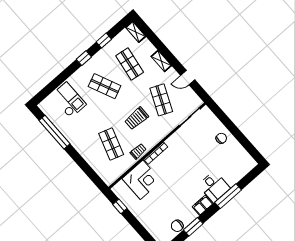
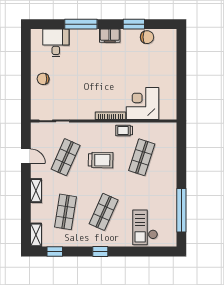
window: (104, 41) -> (55, 251), moved
shop shelf: (105, 86) -> (104, 212), turned 48
desk: (214, 187) -> (56, 43), moved
window: (120, 206) -> (181, 97), removed

